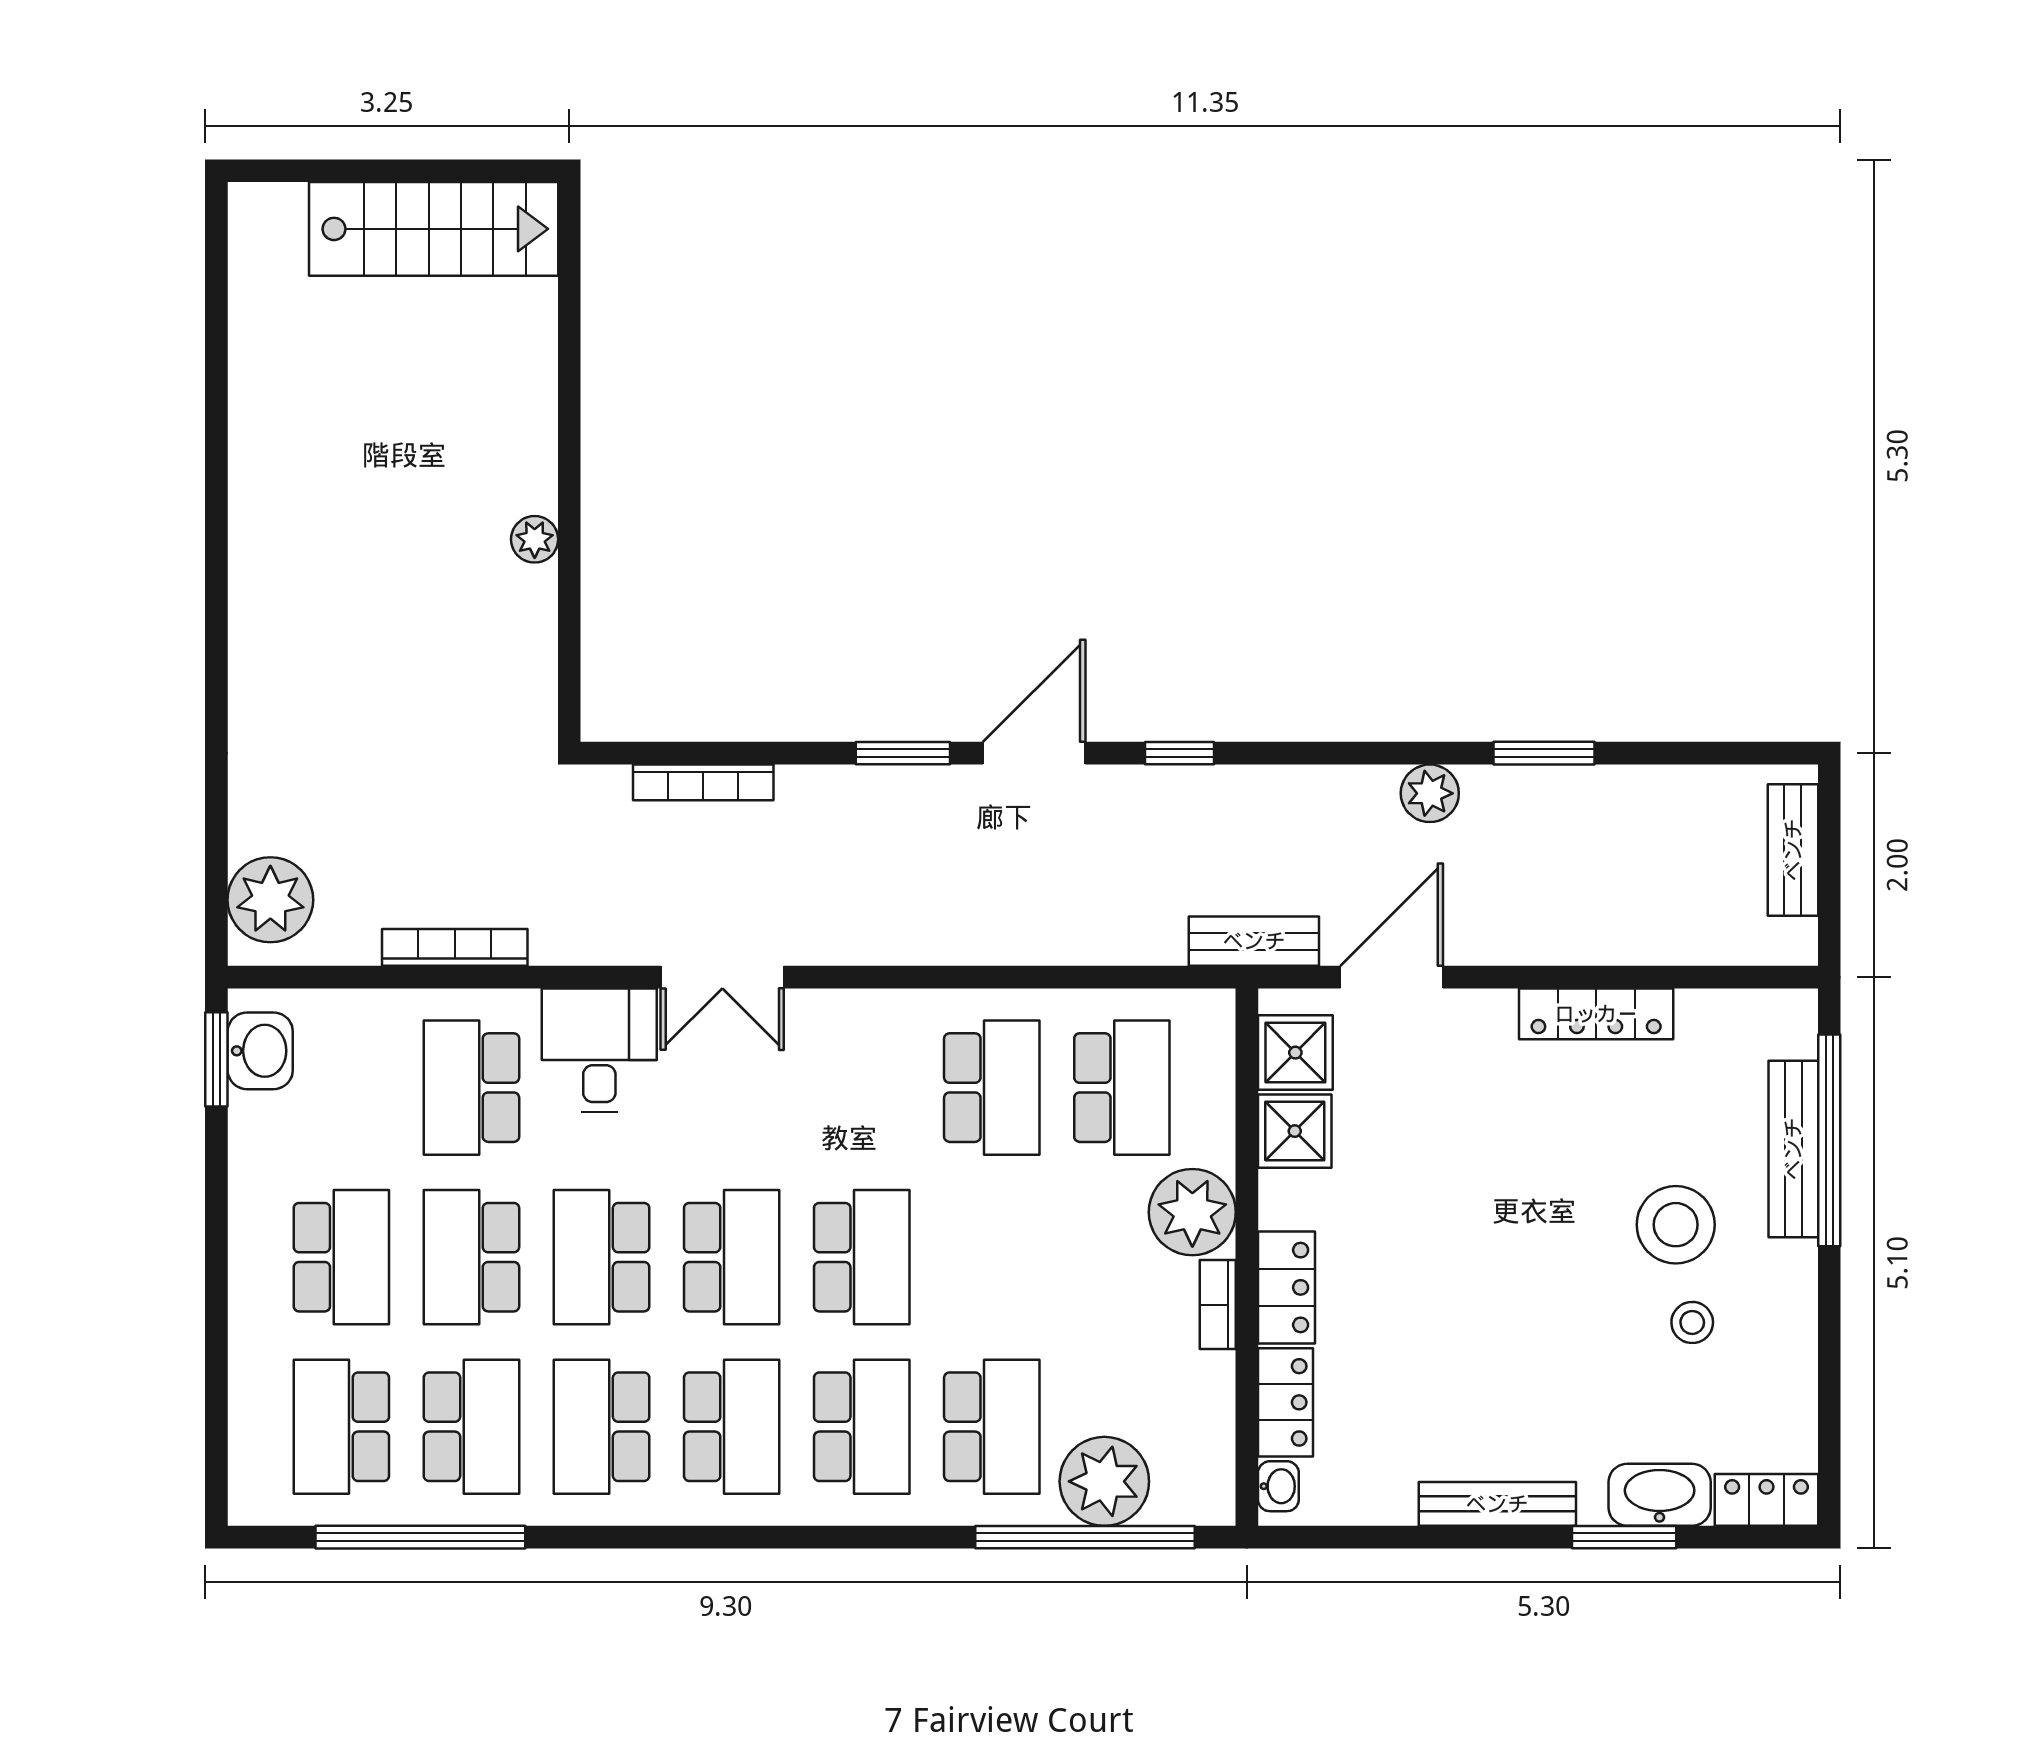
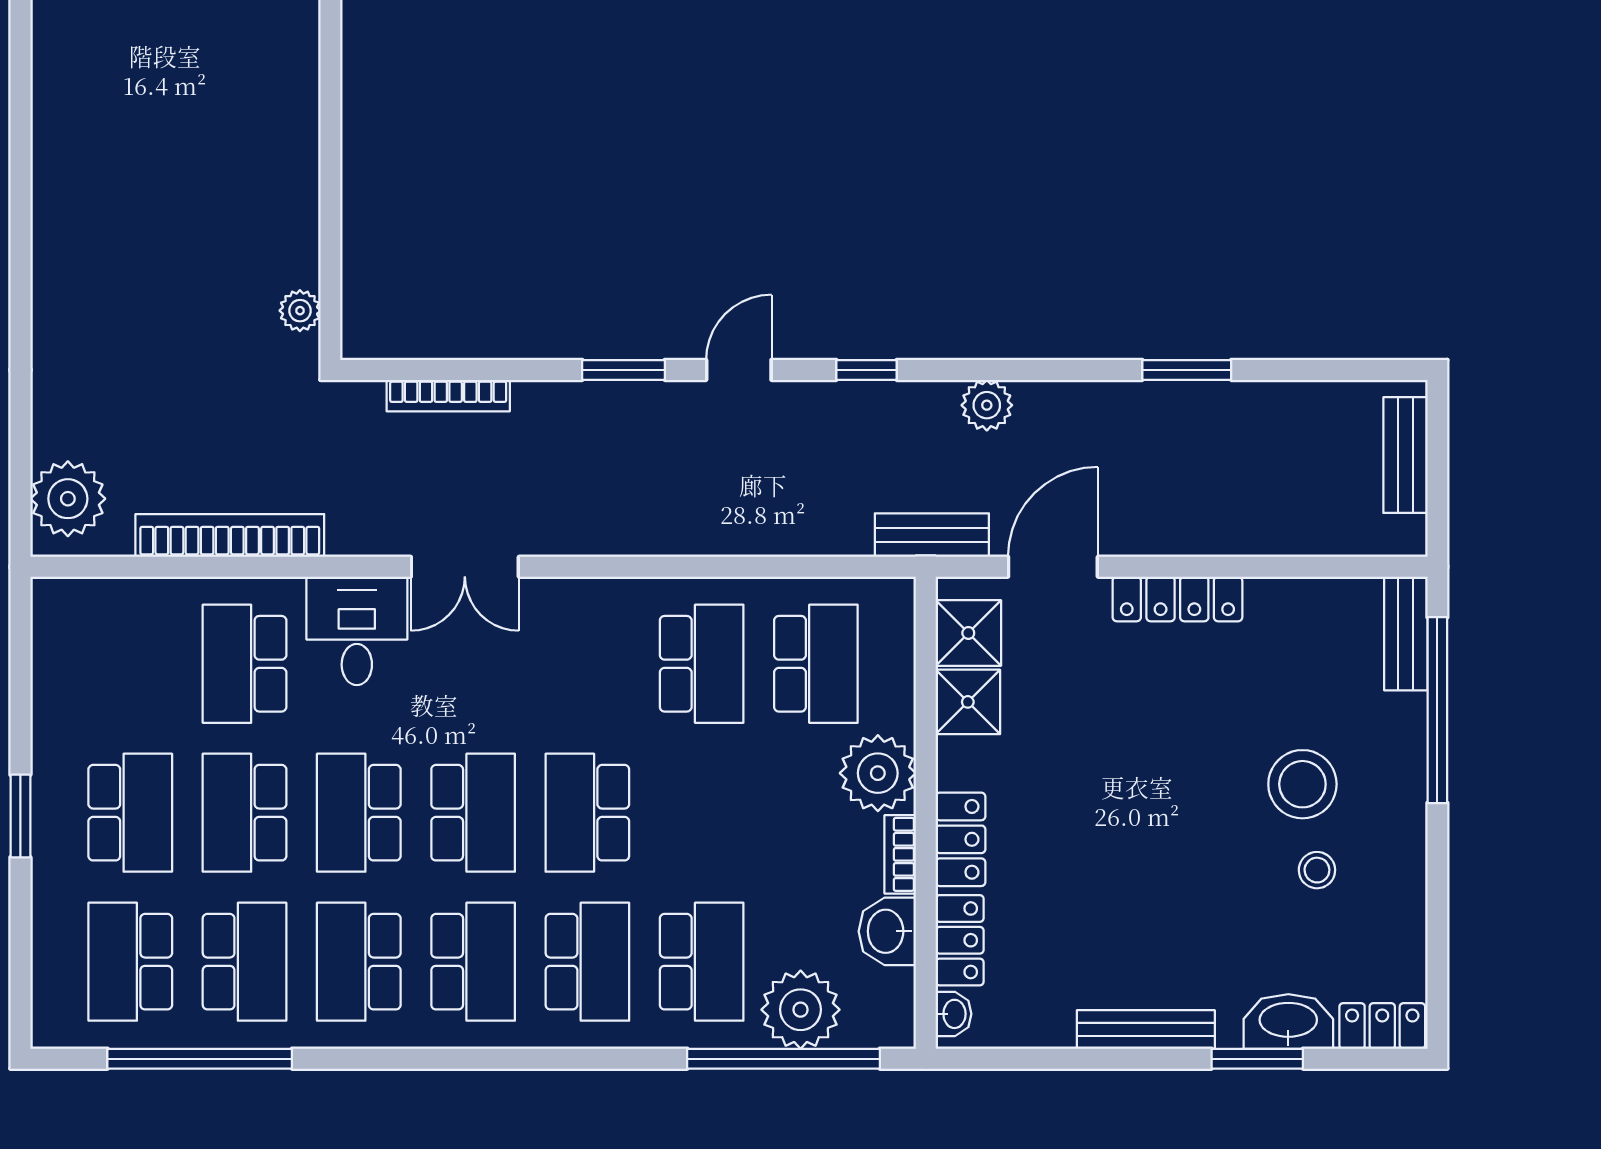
plant: (535, 539) -> (300, 311), moved
door: (1034, 753) -> (739, 370), width x0.73
plant: (1430, 793) -> (987, 405), moved
bookcase: (455, 947) -> (230, 535), width x1.48, depth x1.31
locker: (1596, 1014) -> (1177, 599), moved
washbasin: (260, 1051) -> (887, 931), moved, turned 180
window: (216, 1059) -> (20, 816), moved
bench: (1793, 1149) -> (1406, 633), moved, width x0.73
school desk: (862, 1257) -> (587, 813), turned 180

